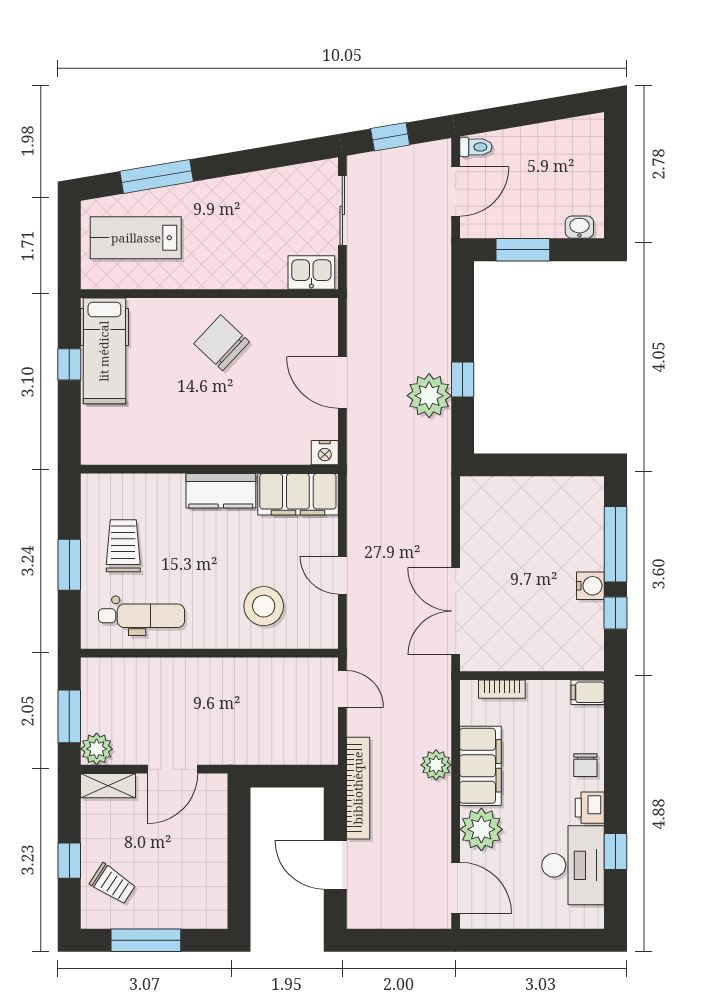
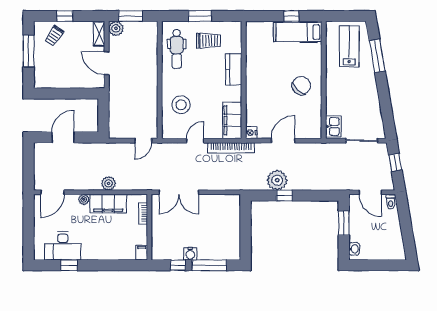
kitchen counter: (221, 491) -> (234, 69), moved
double door: (456, 611) -> (179, 192), swing flipped
chair: (585, 765) -> (108, 252), removed
bookcase: (358, 788) -> (231, 148), moved
printer: (590, 808) -> (89, 254), removed
plant: (481, 829) -> (84, 199), width x0.53, depth x0.53

